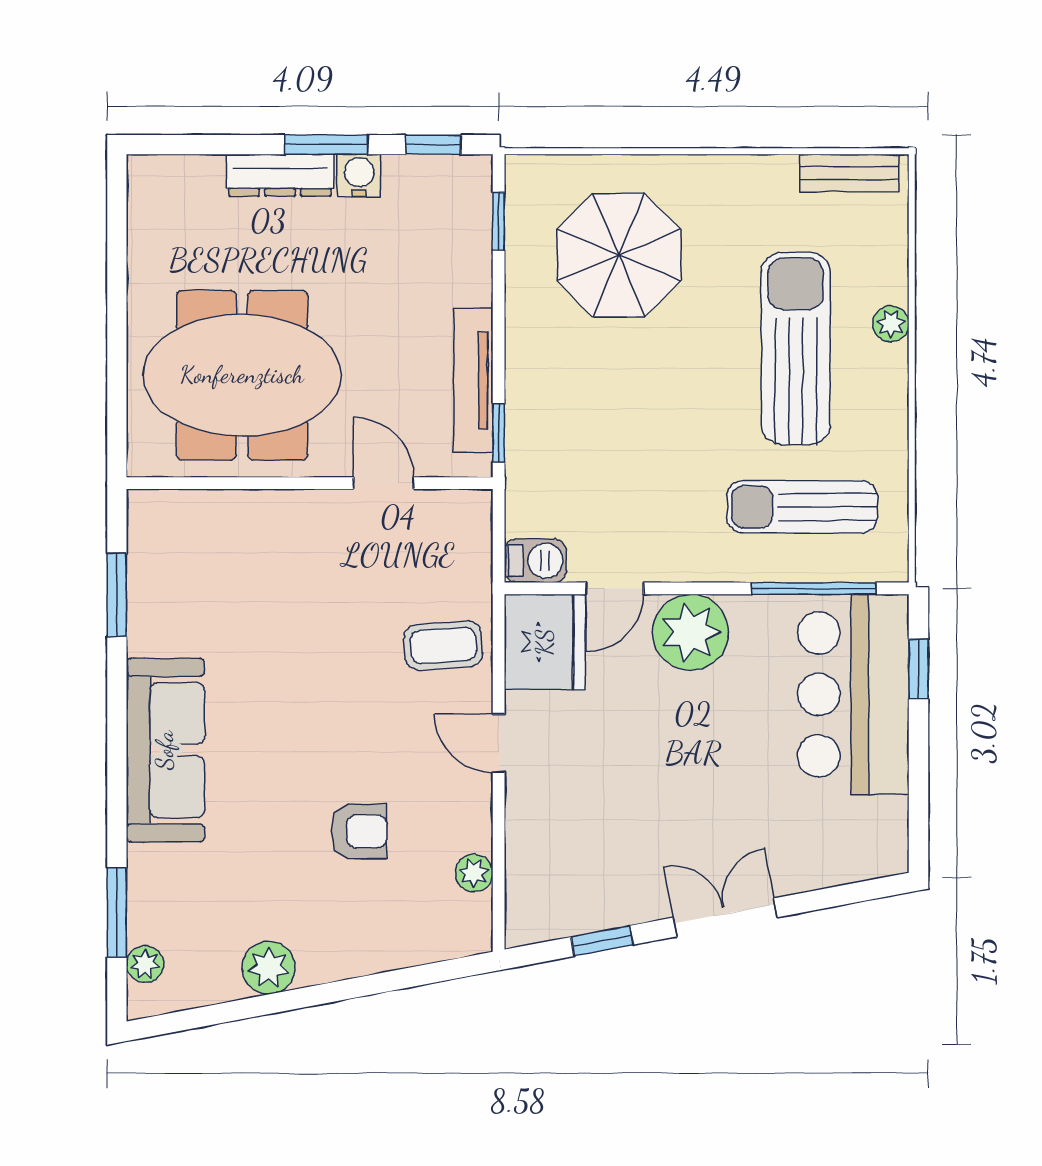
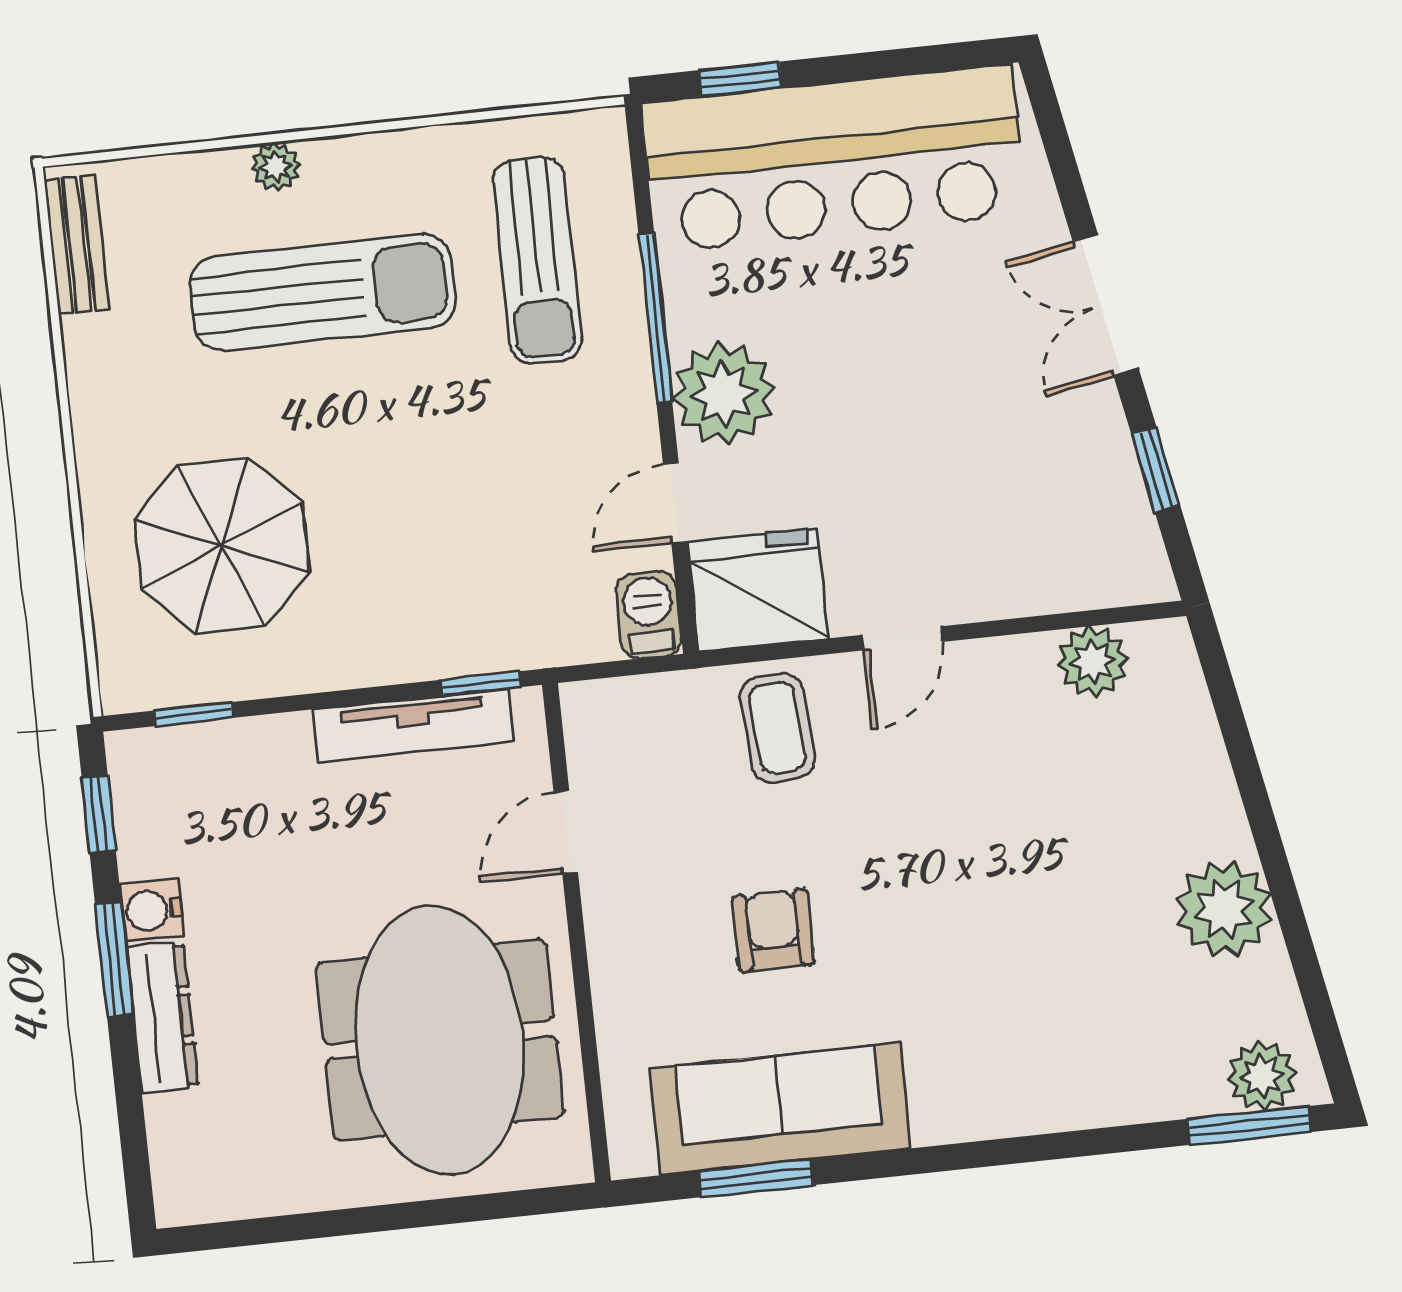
sun lounger: (796, 348) -> (323, 292), turned 180
door: (615, 588) -> (675, 503), swing flipped
window: (813, 588) -> (655, 319), moved
bar counter: (853, 694) -> (834, 159), width x1.36
sofa: (165, 750) -> (780, 1109), moved
armchair: (359, 831) -> (773, 930), moved
plant: (474, 873) -> (1093, 661), width x1.38, depth x1.38
window: (117, 913) -> (1249, 1126), moved
plant: (145, 964) -> (1262, 1076), width x1.38, depth x1.38
plant: (269, 968) -> (1224, 909), width x1.36, depth x1.36

